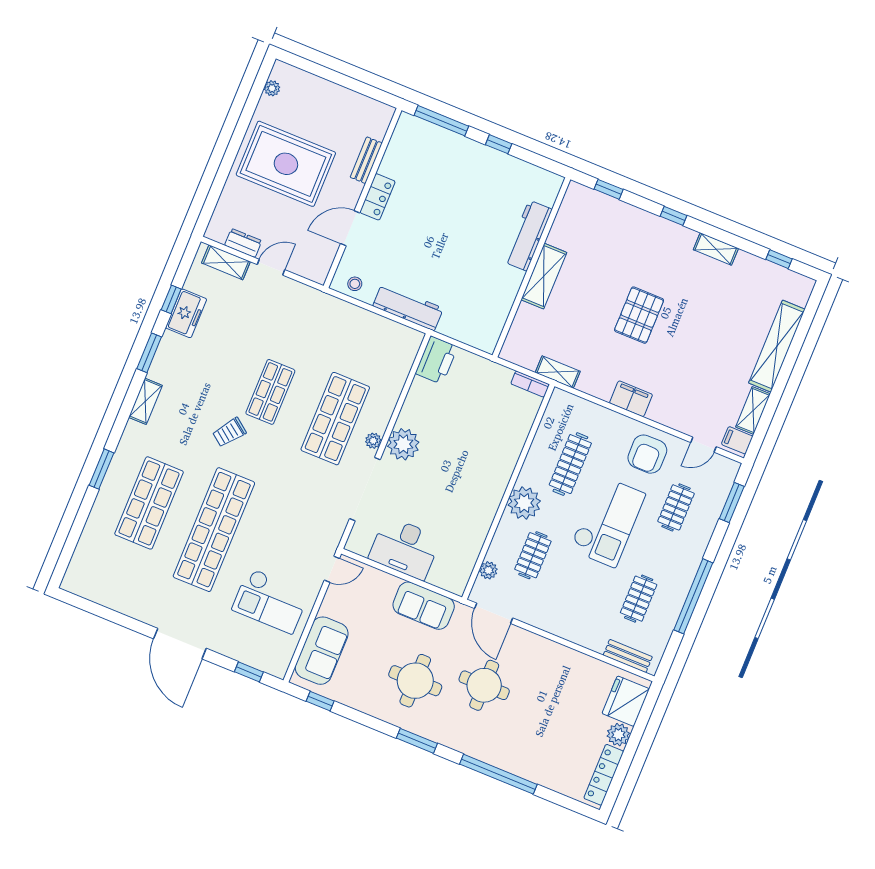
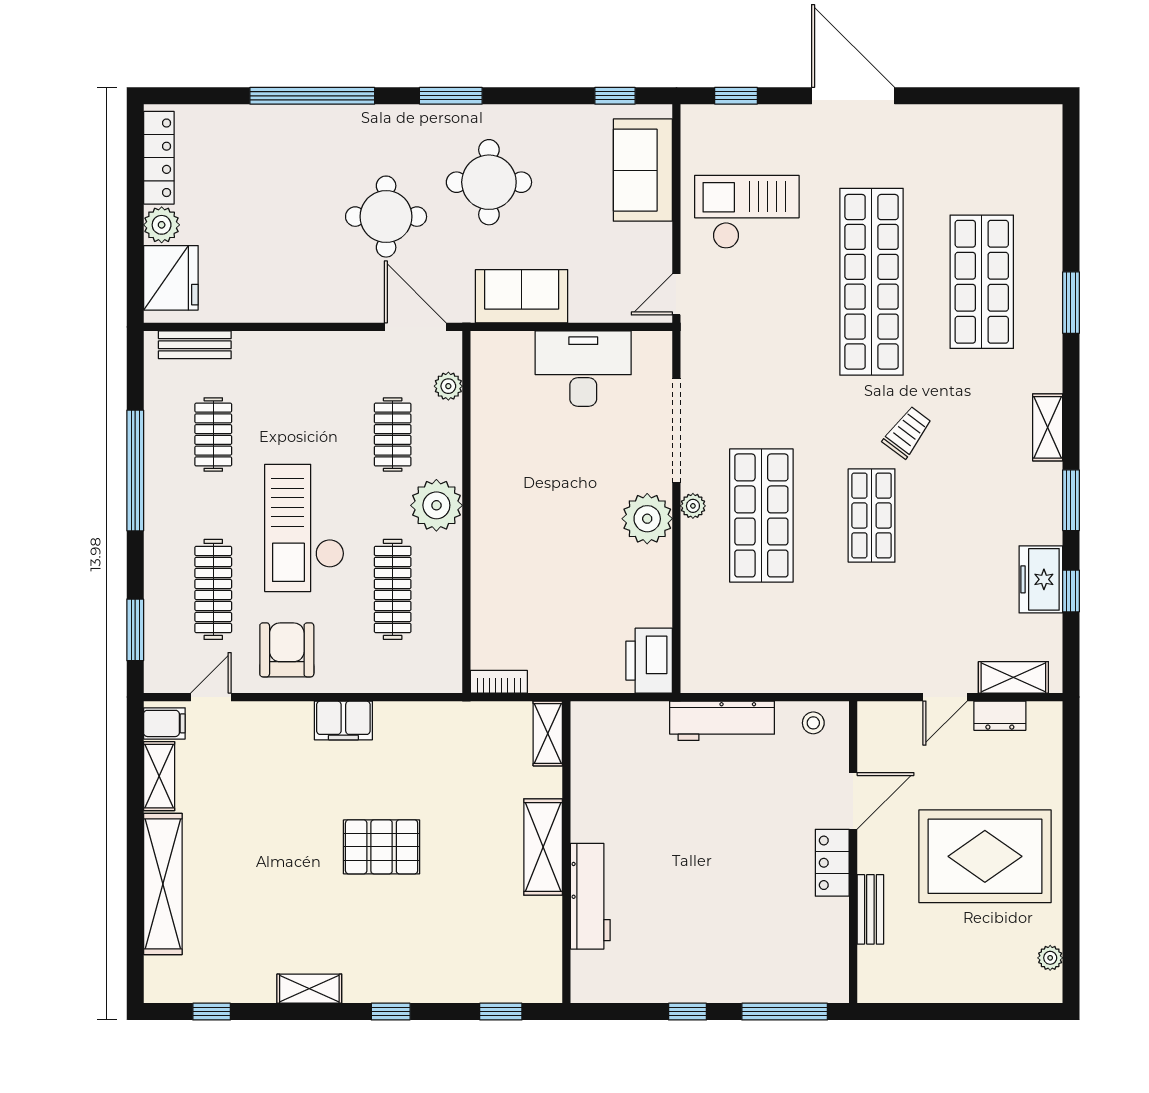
pallet: (639, 315) -> (382, 847), turned 90
shelving: (558, 372) -> (548, 733), moved, turned 90
clothes rail: (676, 507) -> (213, 589), width x1.36

